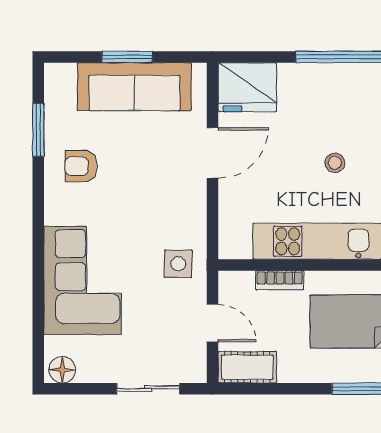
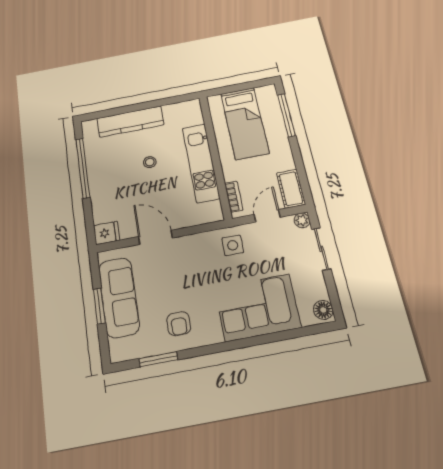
fridge: (248, 87) -> (107, 233), width x0.53, depth x0.75
bookcase: (280, 280) -> (234, 197), moved
plant: (196, 372) -> (302, 220), added

